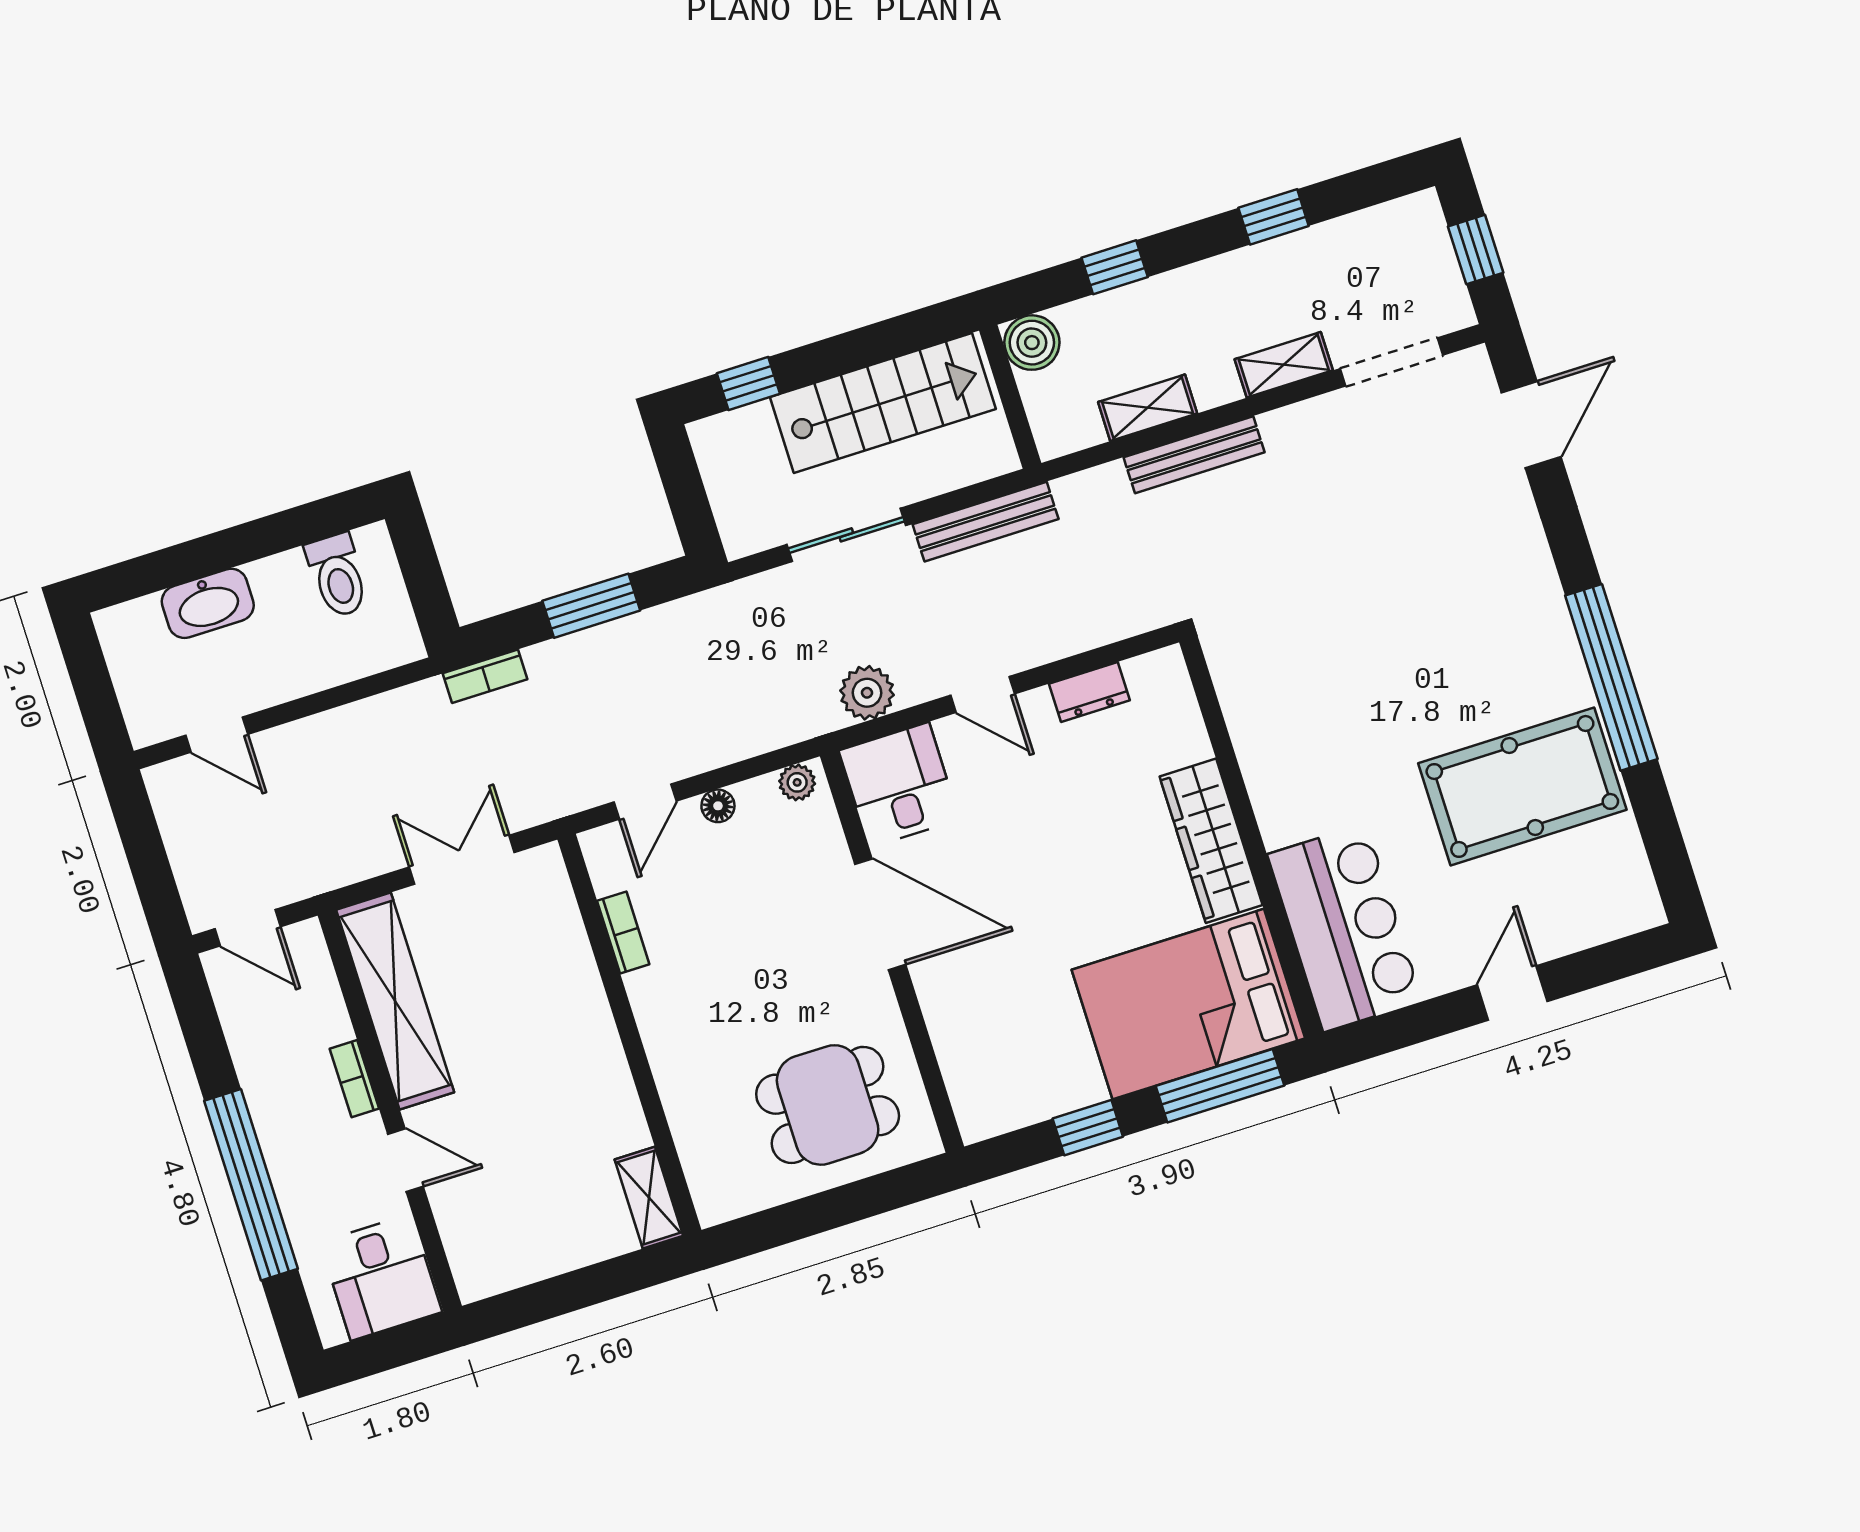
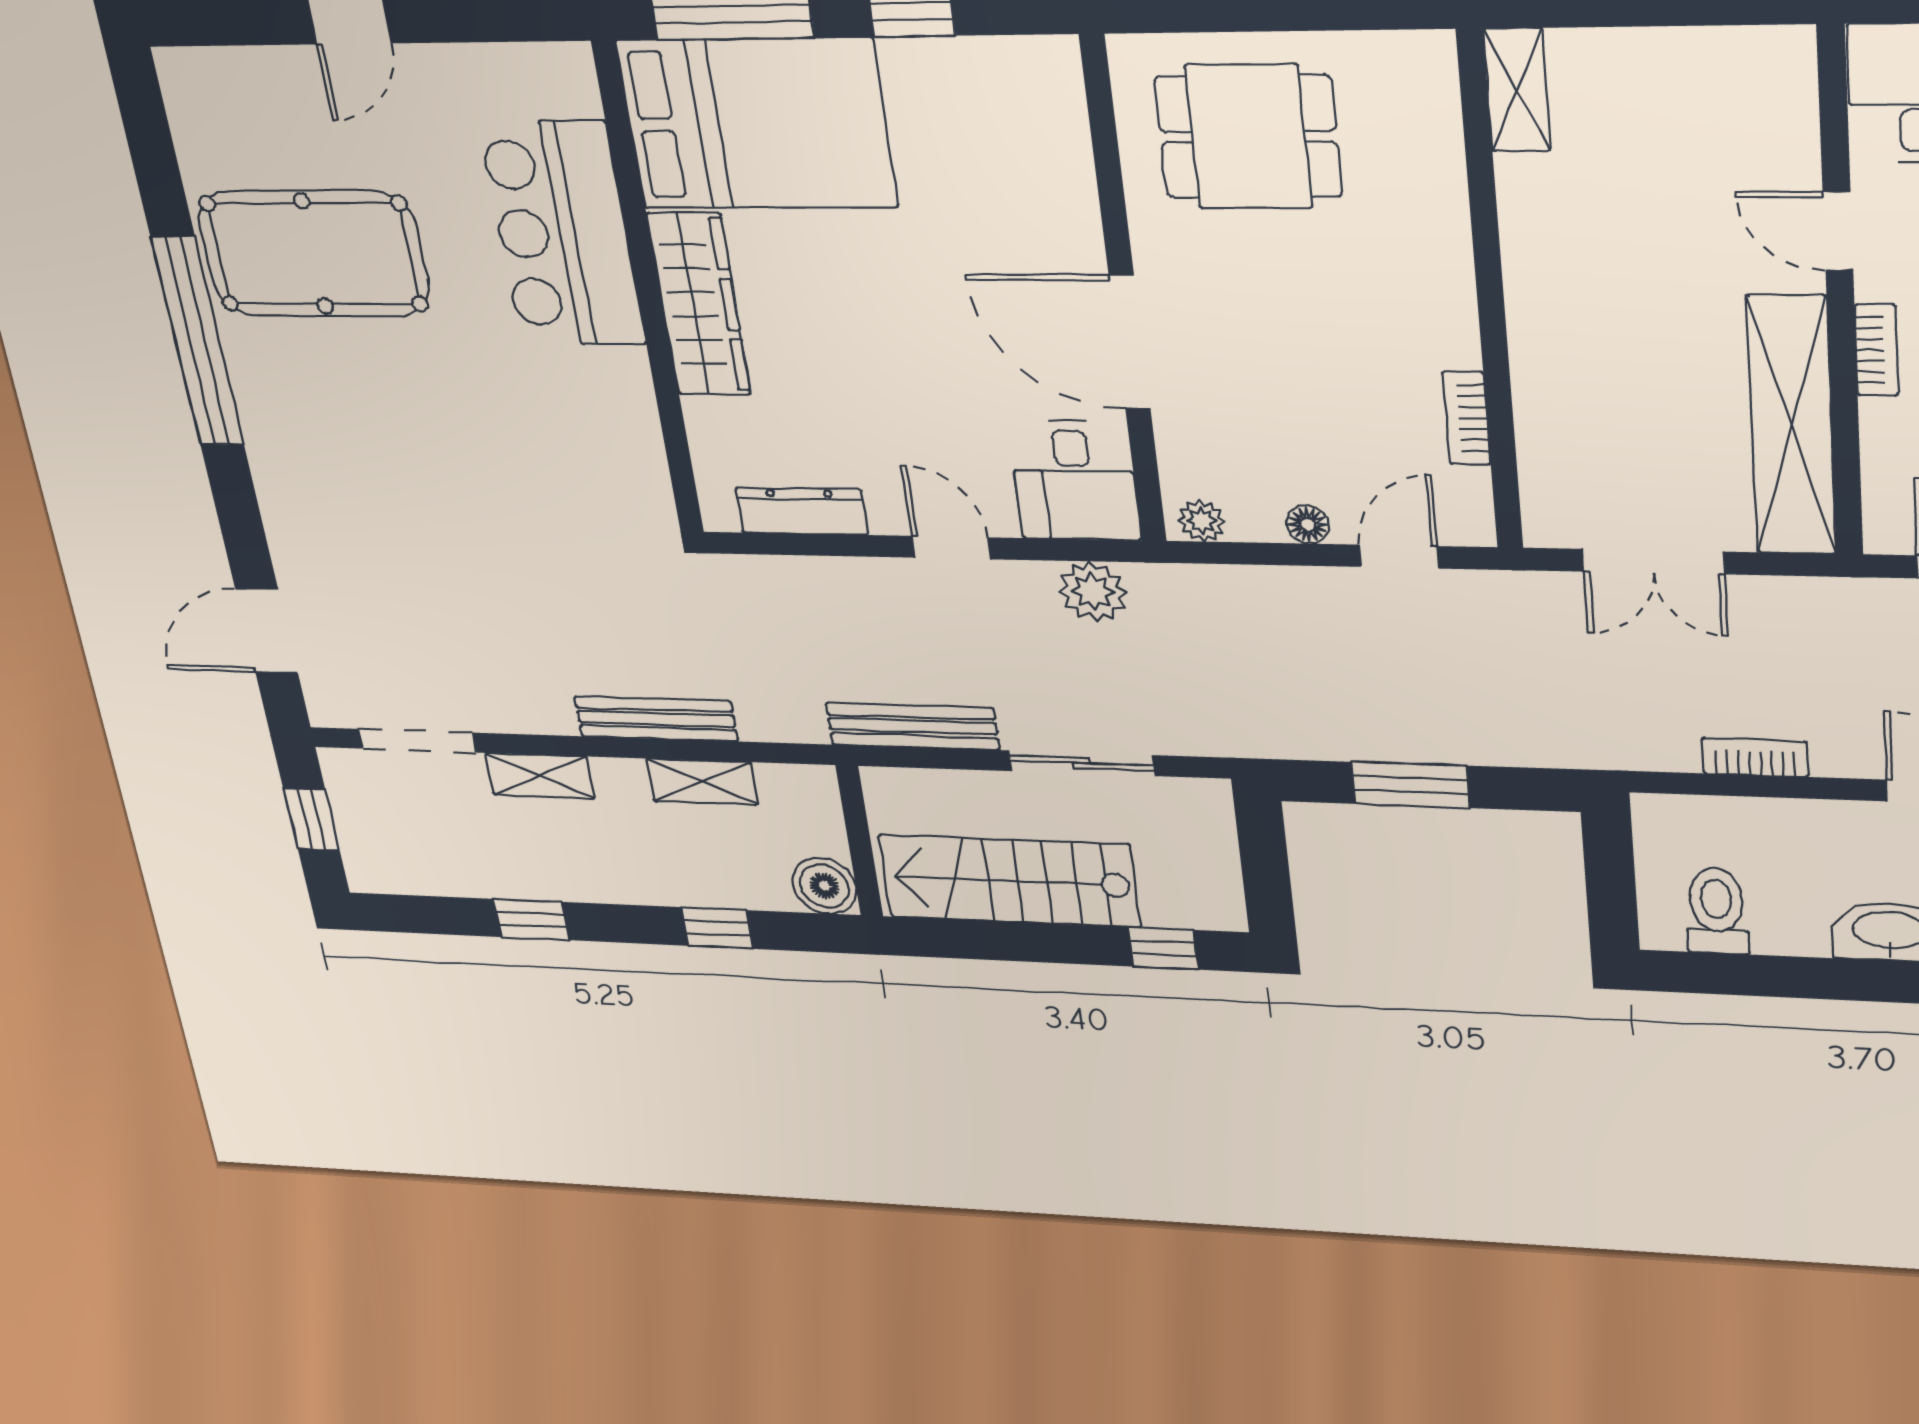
bookcase: (485, 676) -> (1755, 757), moved
dresser: (1089, 692) -> (802, 511), width x1.44
bar counter: (1345, 928) -> (563, 234), moved

